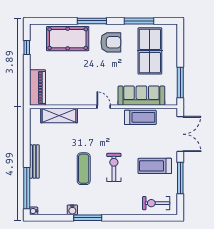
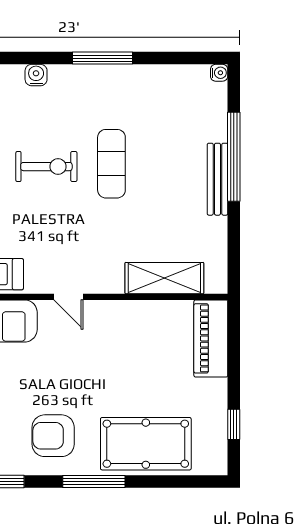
exercise bike: (114, 167) -> (46, 167), turned -90
window: (27, 188) -> (234, 157), moved
water cooler: (72, 210) -> (36, 75), moved

